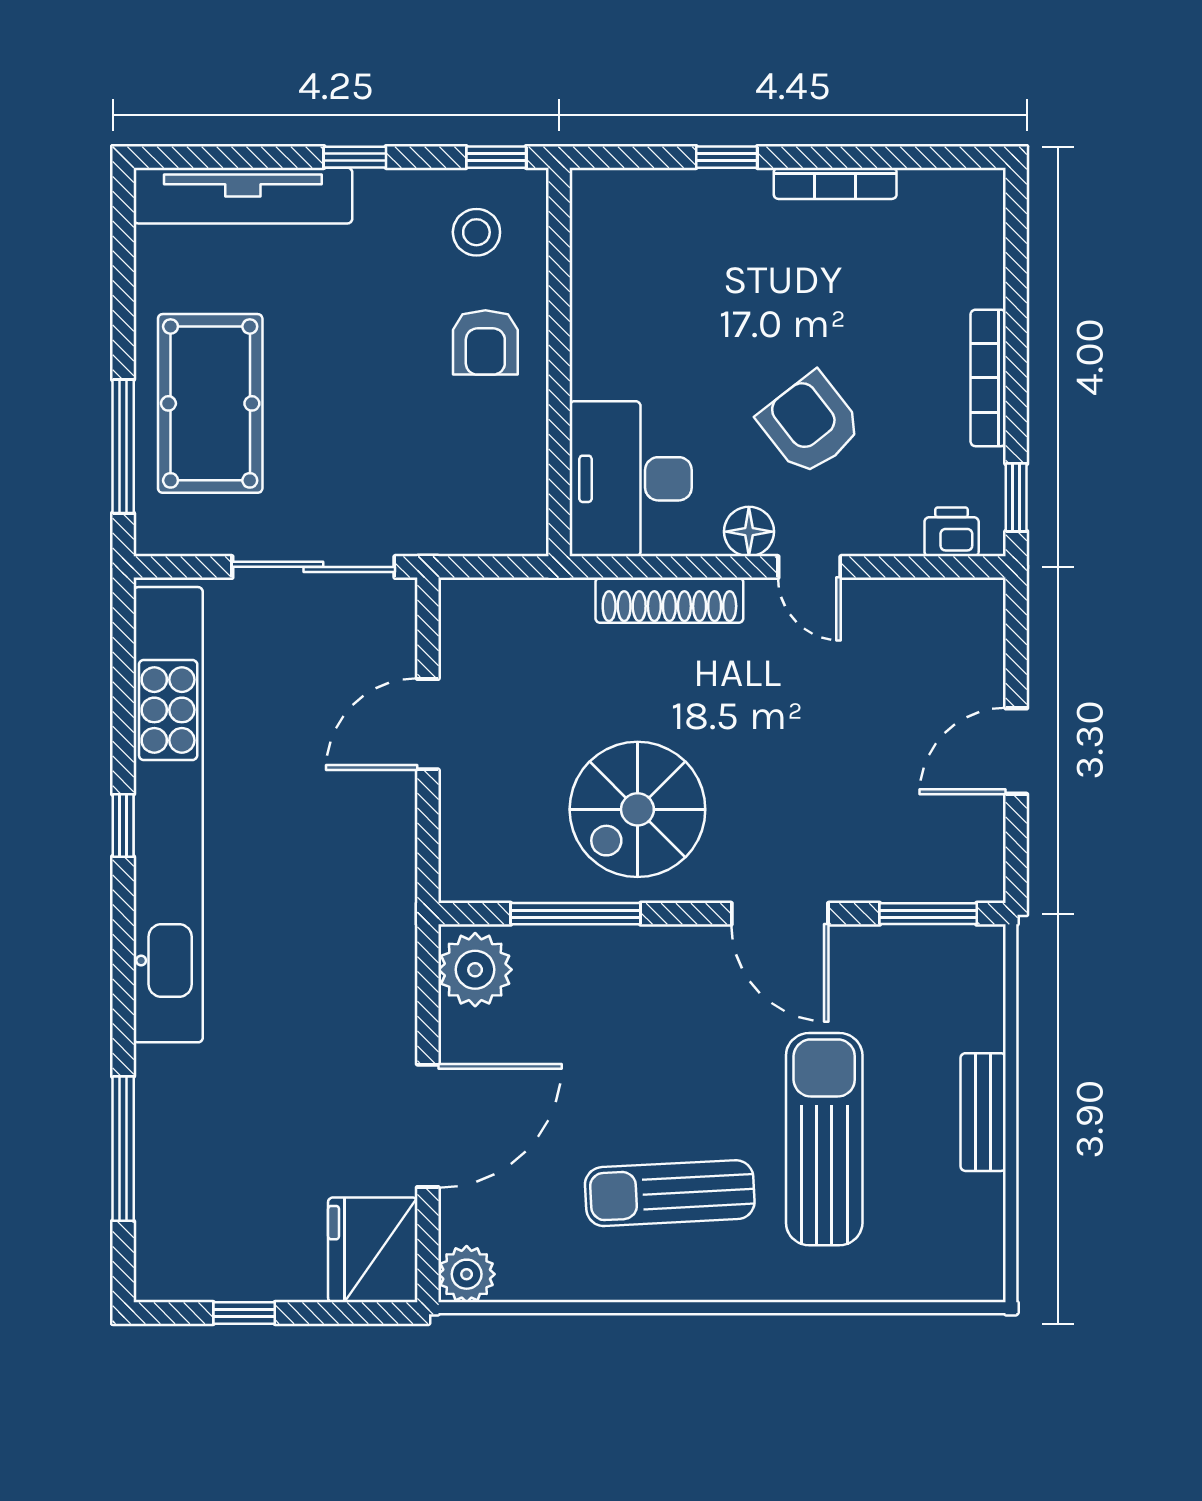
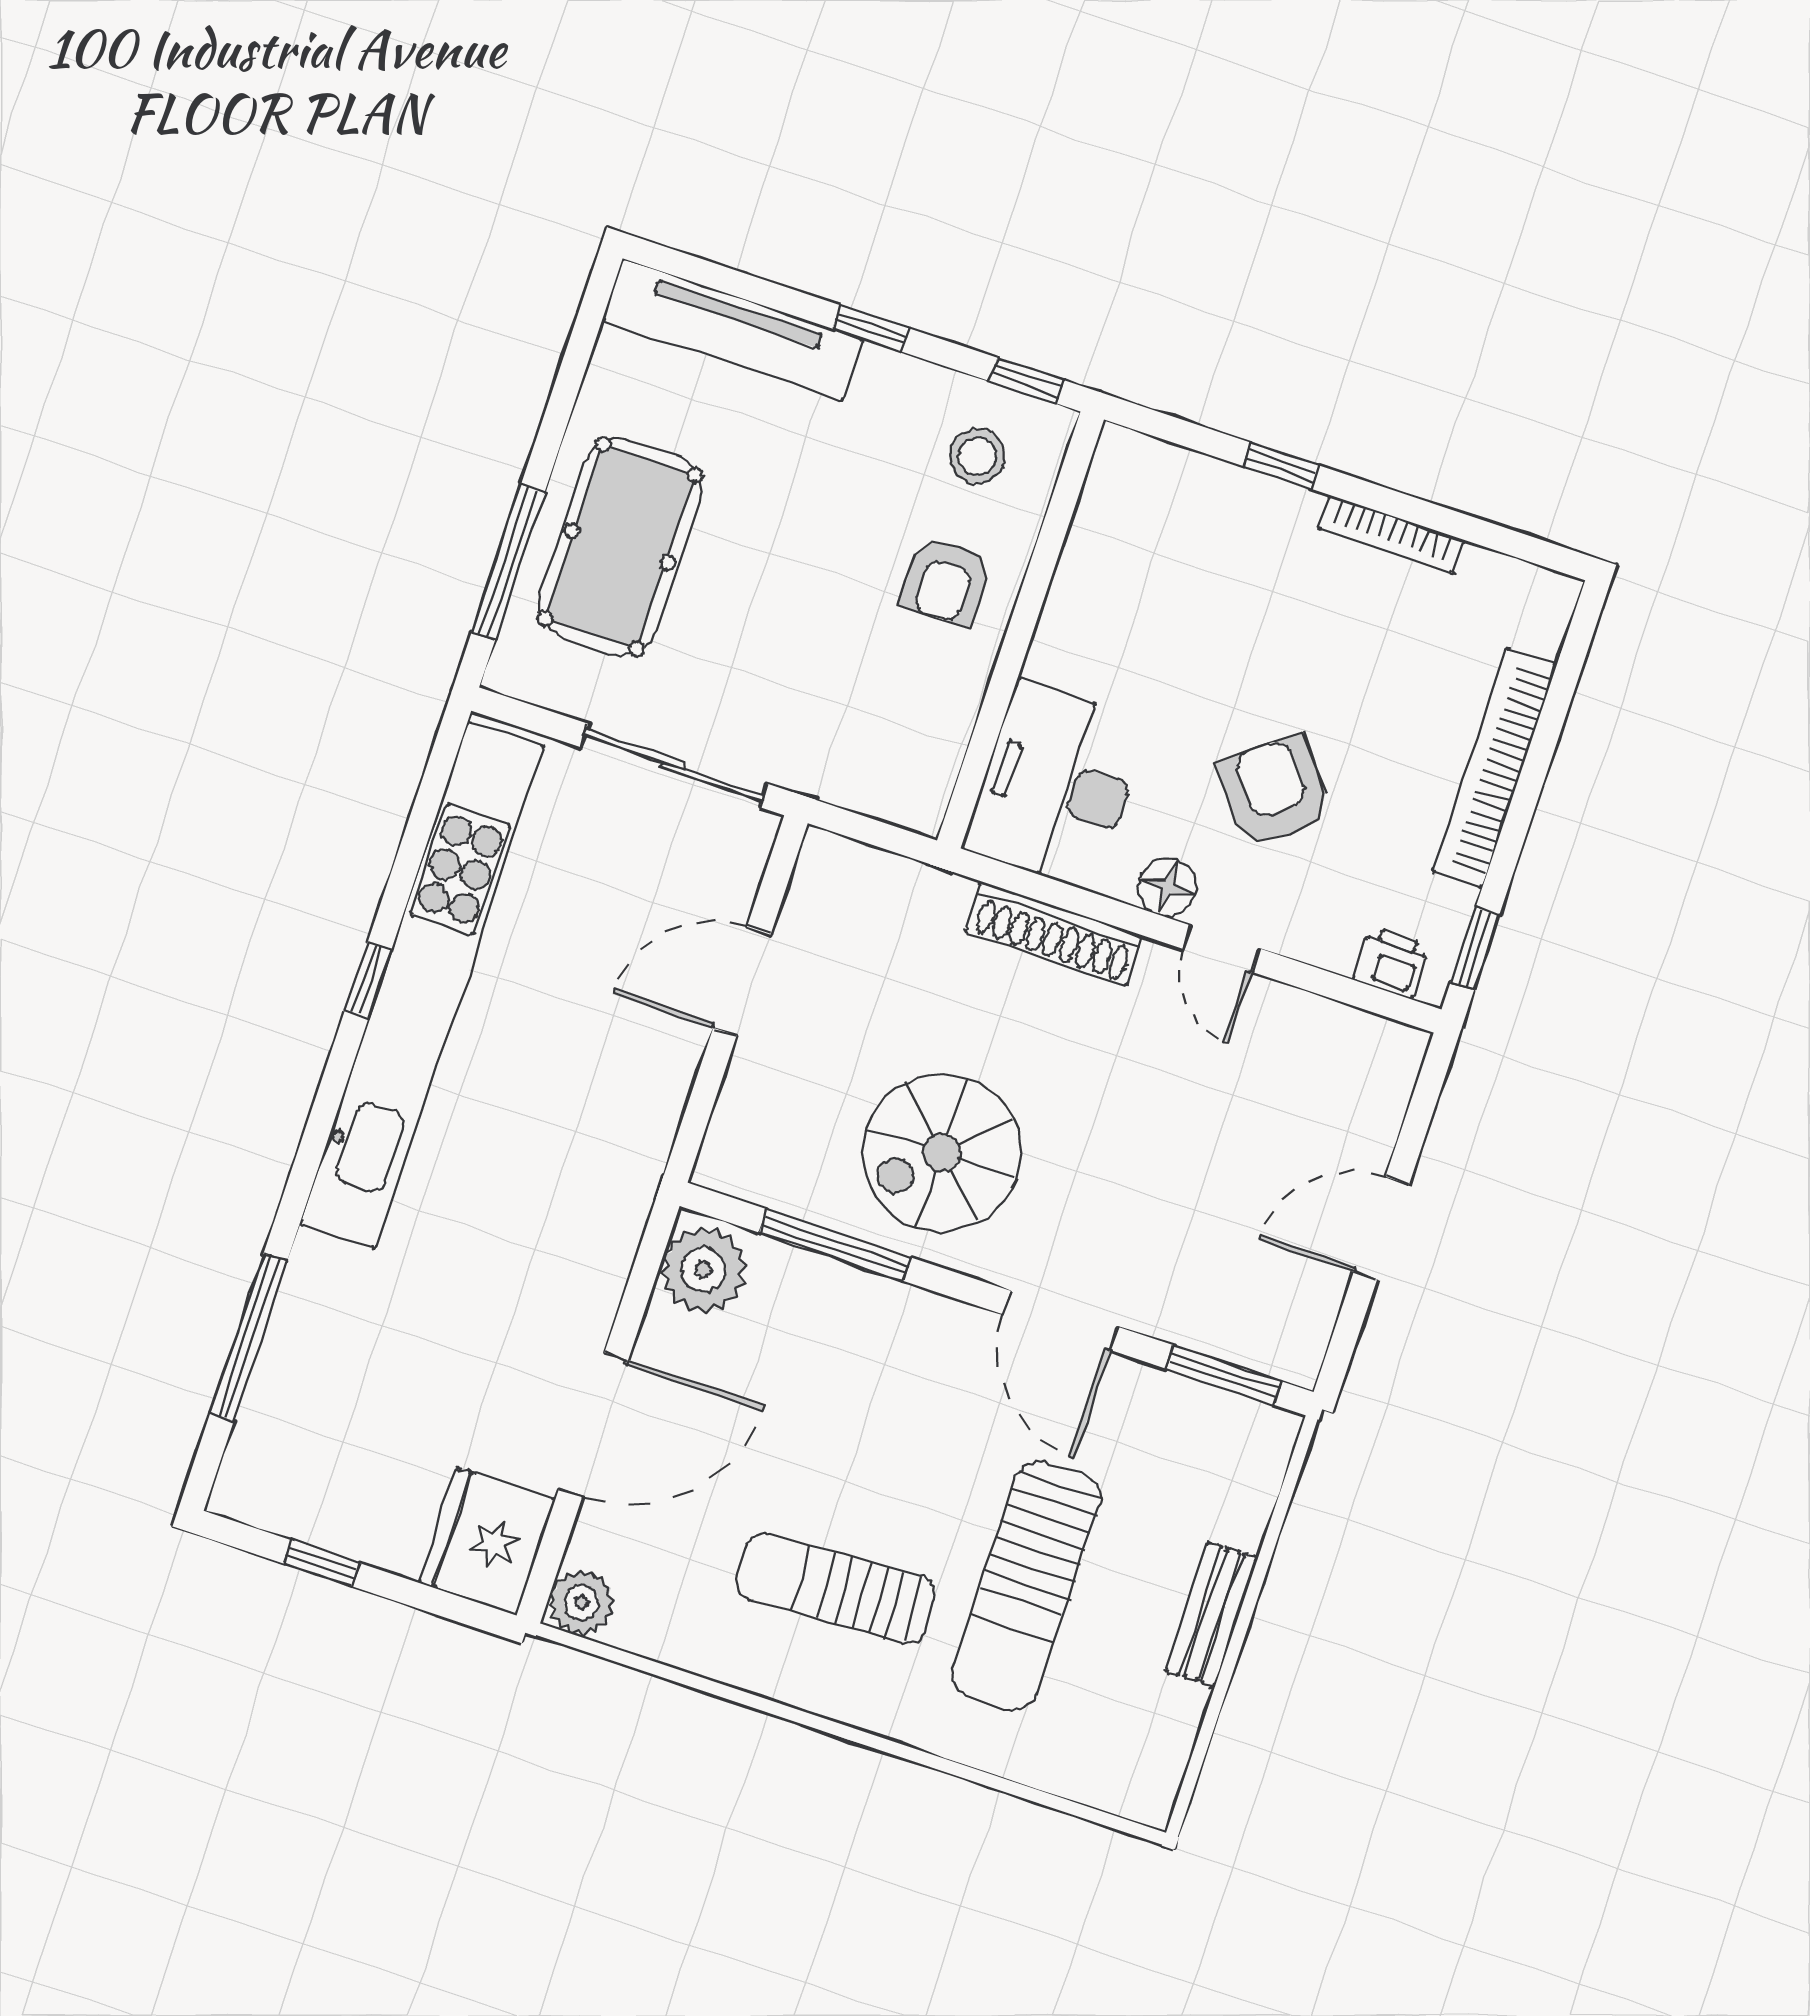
bookcase: (988, 378) -> (1494, 768), width x1.48, depth x1.31
sun lounger: (824, 1139) -> (1026, 1586), turned 180

